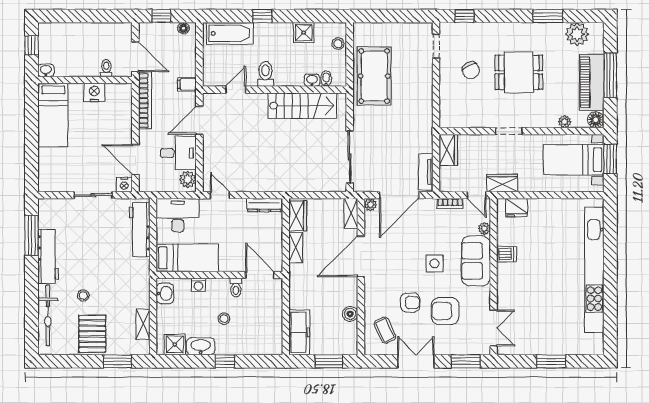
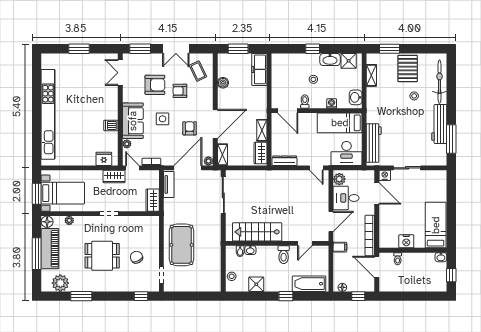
pool table: (374, 76) -> (181, 245), moved
armchair: (397, 250) -> (190, 128), added

